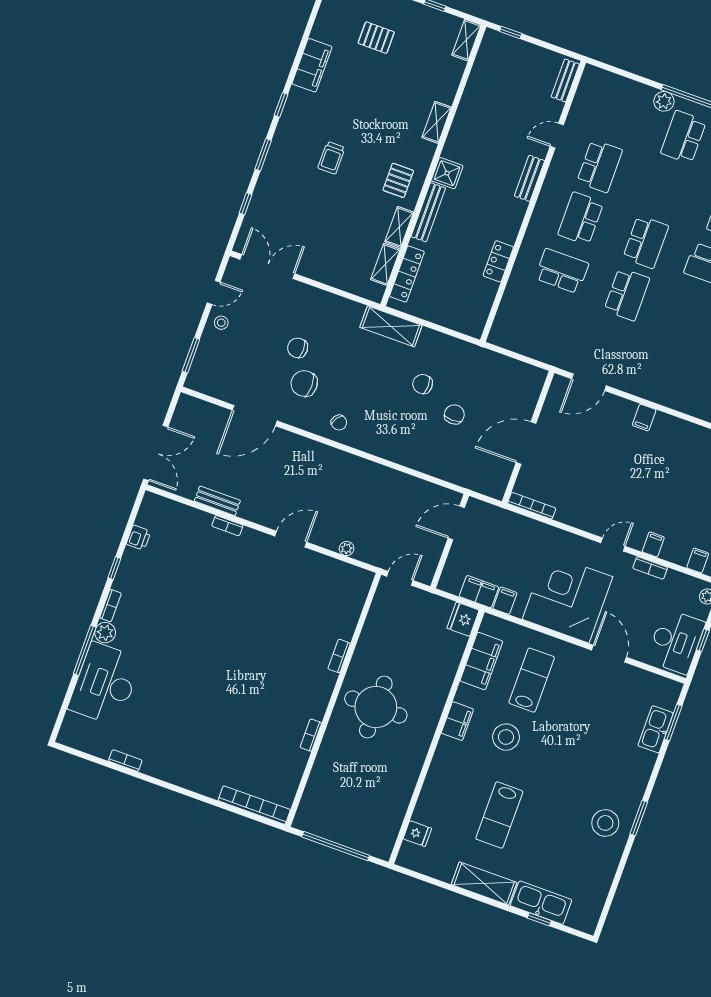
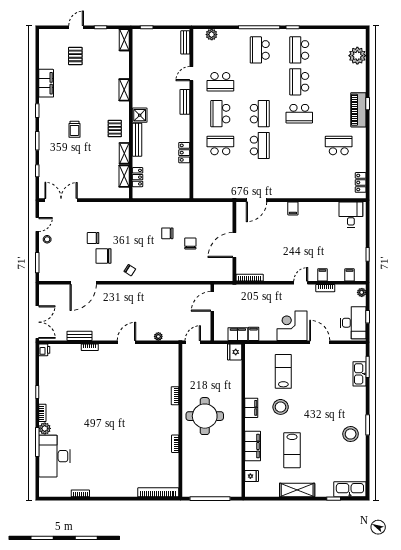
pallet: (376, 38) -> (75, 56), turned 90
plant: (664, 101) -> (212, 35), moved
school desk: (600, 166) -> (220, 82), turned 90
locker: (407, 274) -> (138, 177), width x0.66
shelving: (391, 326) -> (139, 208), removed
printer: (139, 538) -> (44, 350), moved
corner desk: (567, 598) -> (292, 326), width x0.74, depth x0.74
filing cabinet: (481, 661) -> (253, 446), moved
kitchen sink: (541, 903) -> (350, 489), moved

